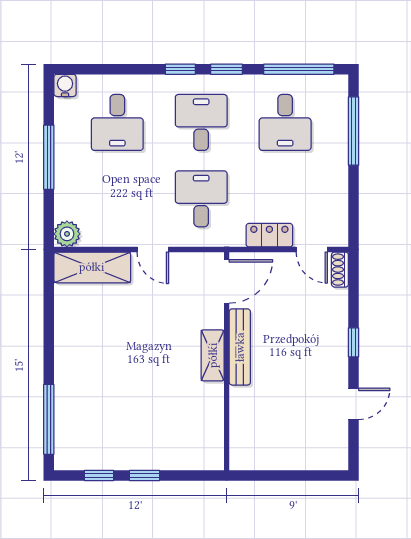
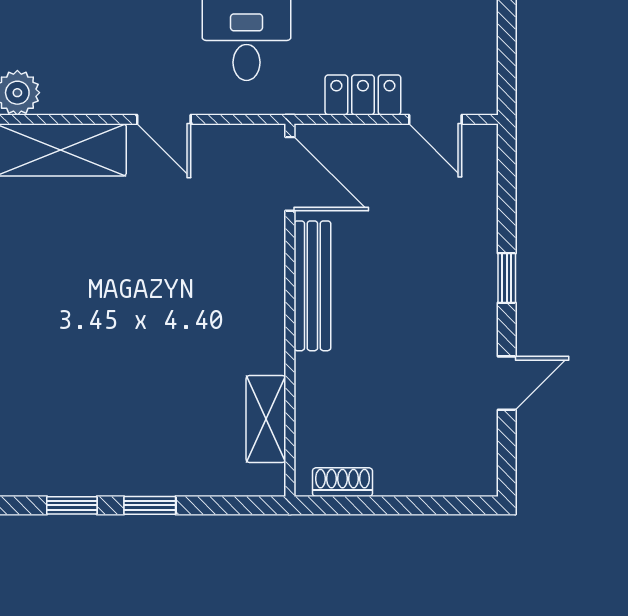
shoe rack: (340, 270) -> (342, 482), moved, turned 90
door: (227, 281) -> (290, 174), hinge flipped
shelving: (213, 355) -> (266, 419), moved

